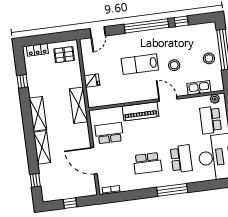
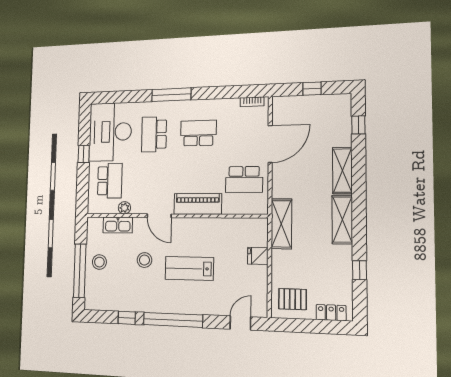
lab bench: (140, 64) -> (189, 268), turned 180
plant: (215, 99) -> (124, 208), moved
door: (94, 161) -> (270, 144), hinge flipped

